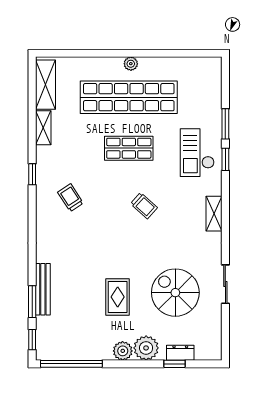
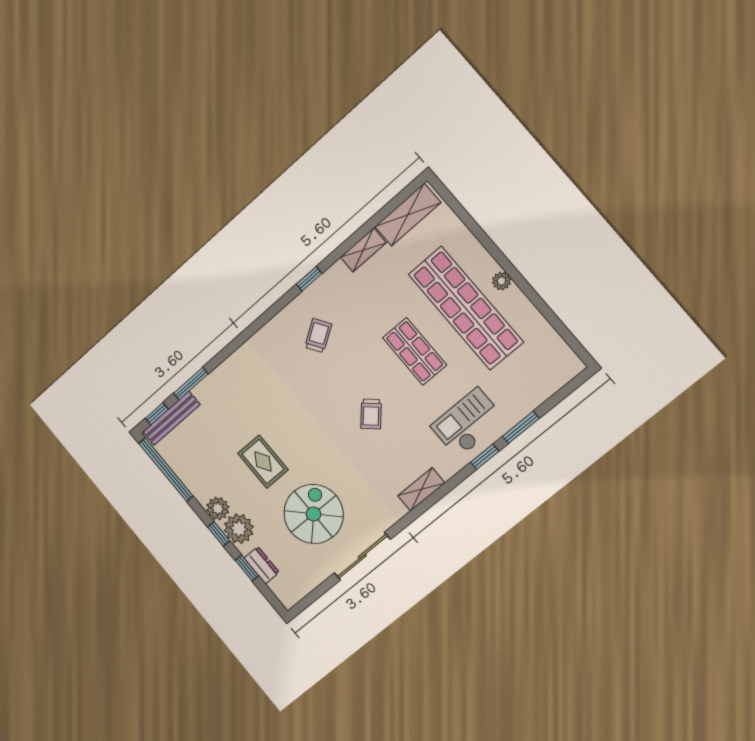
sliding door: (225, 284) -> (362, 556), width x1.37
bench: (43, 289) -> (171, 418), moved
rug: (118, 297) -> (263, 462), turned 90
window: (139, 364) -> (219, 534), added

